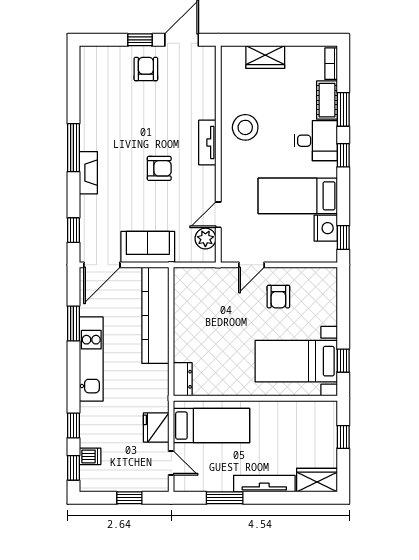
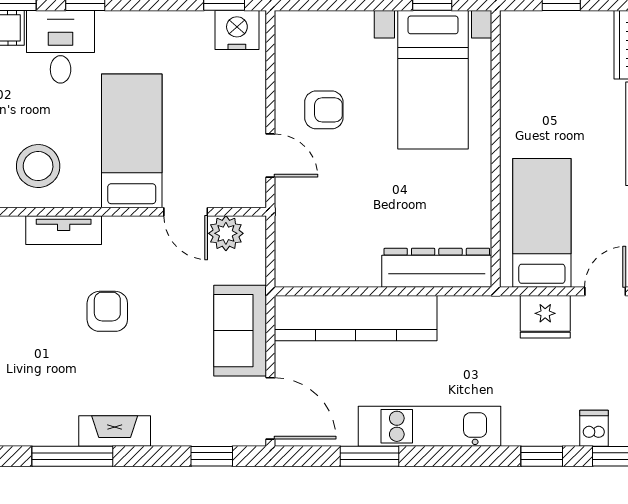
bed: (298, 196) -> (132, 141), moved, turned 180
nightstand: (326, 228) -> (237, 30), moved
dresser: (183, 379) -> (437, 268), width x1.96, depth x1.24

